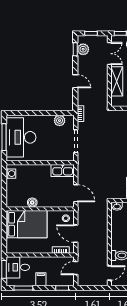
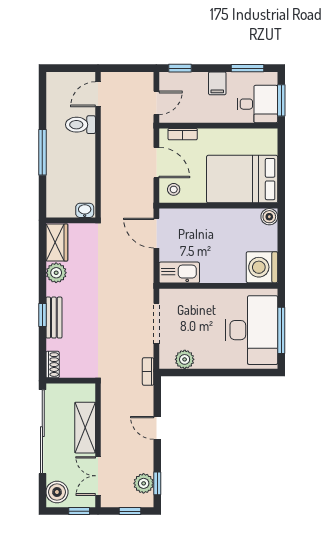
washing machine: (11, 174) -> (262, 267), width x1.89, depth x1.89
boiler: (32, 203) -> (269, 217), moved

